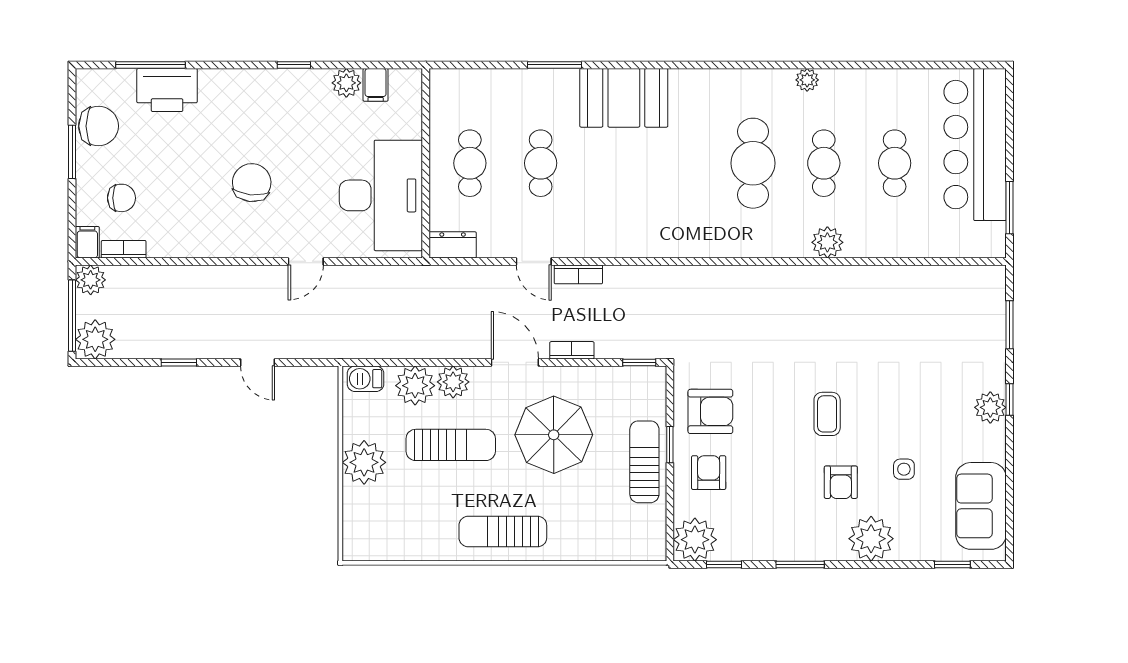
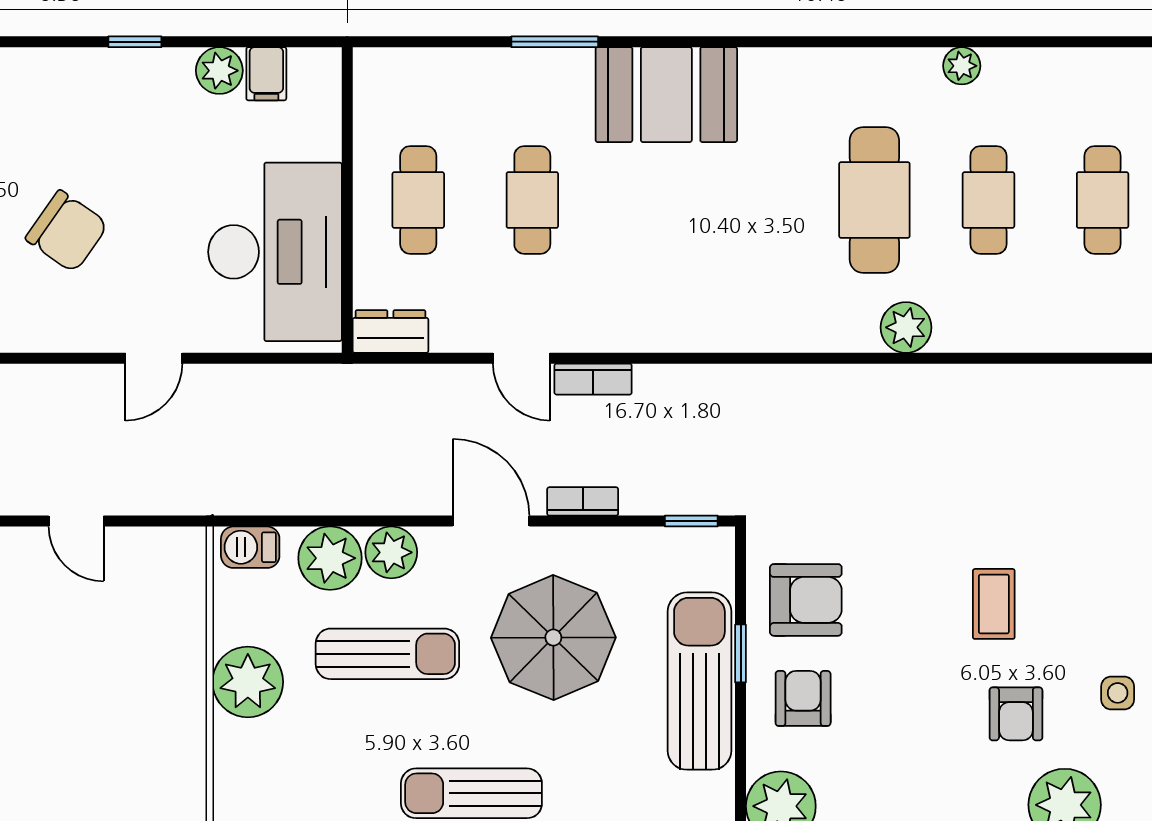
chair: (252, 183) -> (67, 231), turned 119
plant: (827, 242) -> (906, 327), moved
sun lounger: (644, 462) -> (699, 681), width x1.36, depth x1.34

